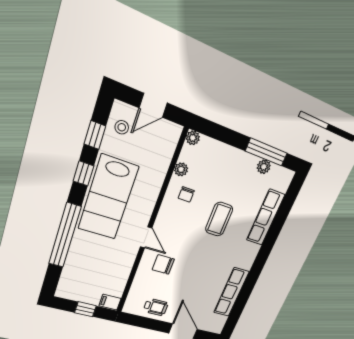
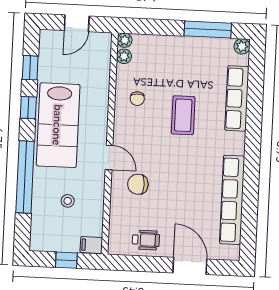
stool: (122, 127) -> (68, 201), moved
plant: (264, 167) -> (242, 46), moved
plant: (181, 169) -> (124, 56), moved
row of seats: (231, 292) -> (232, 200), width x1.36

